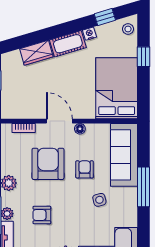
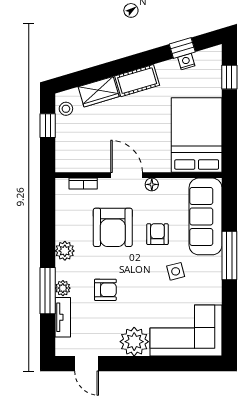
stool: (128, 29) -> (66, 109), moved
nightstand: (89, 34) -> (186, 62), moved
window: (143, 57) -> (229, 77), moved
armchair: (48, 164) -> (113, 227), turned 180
armchair: (42, 215) -> (105, 290), turned 180

